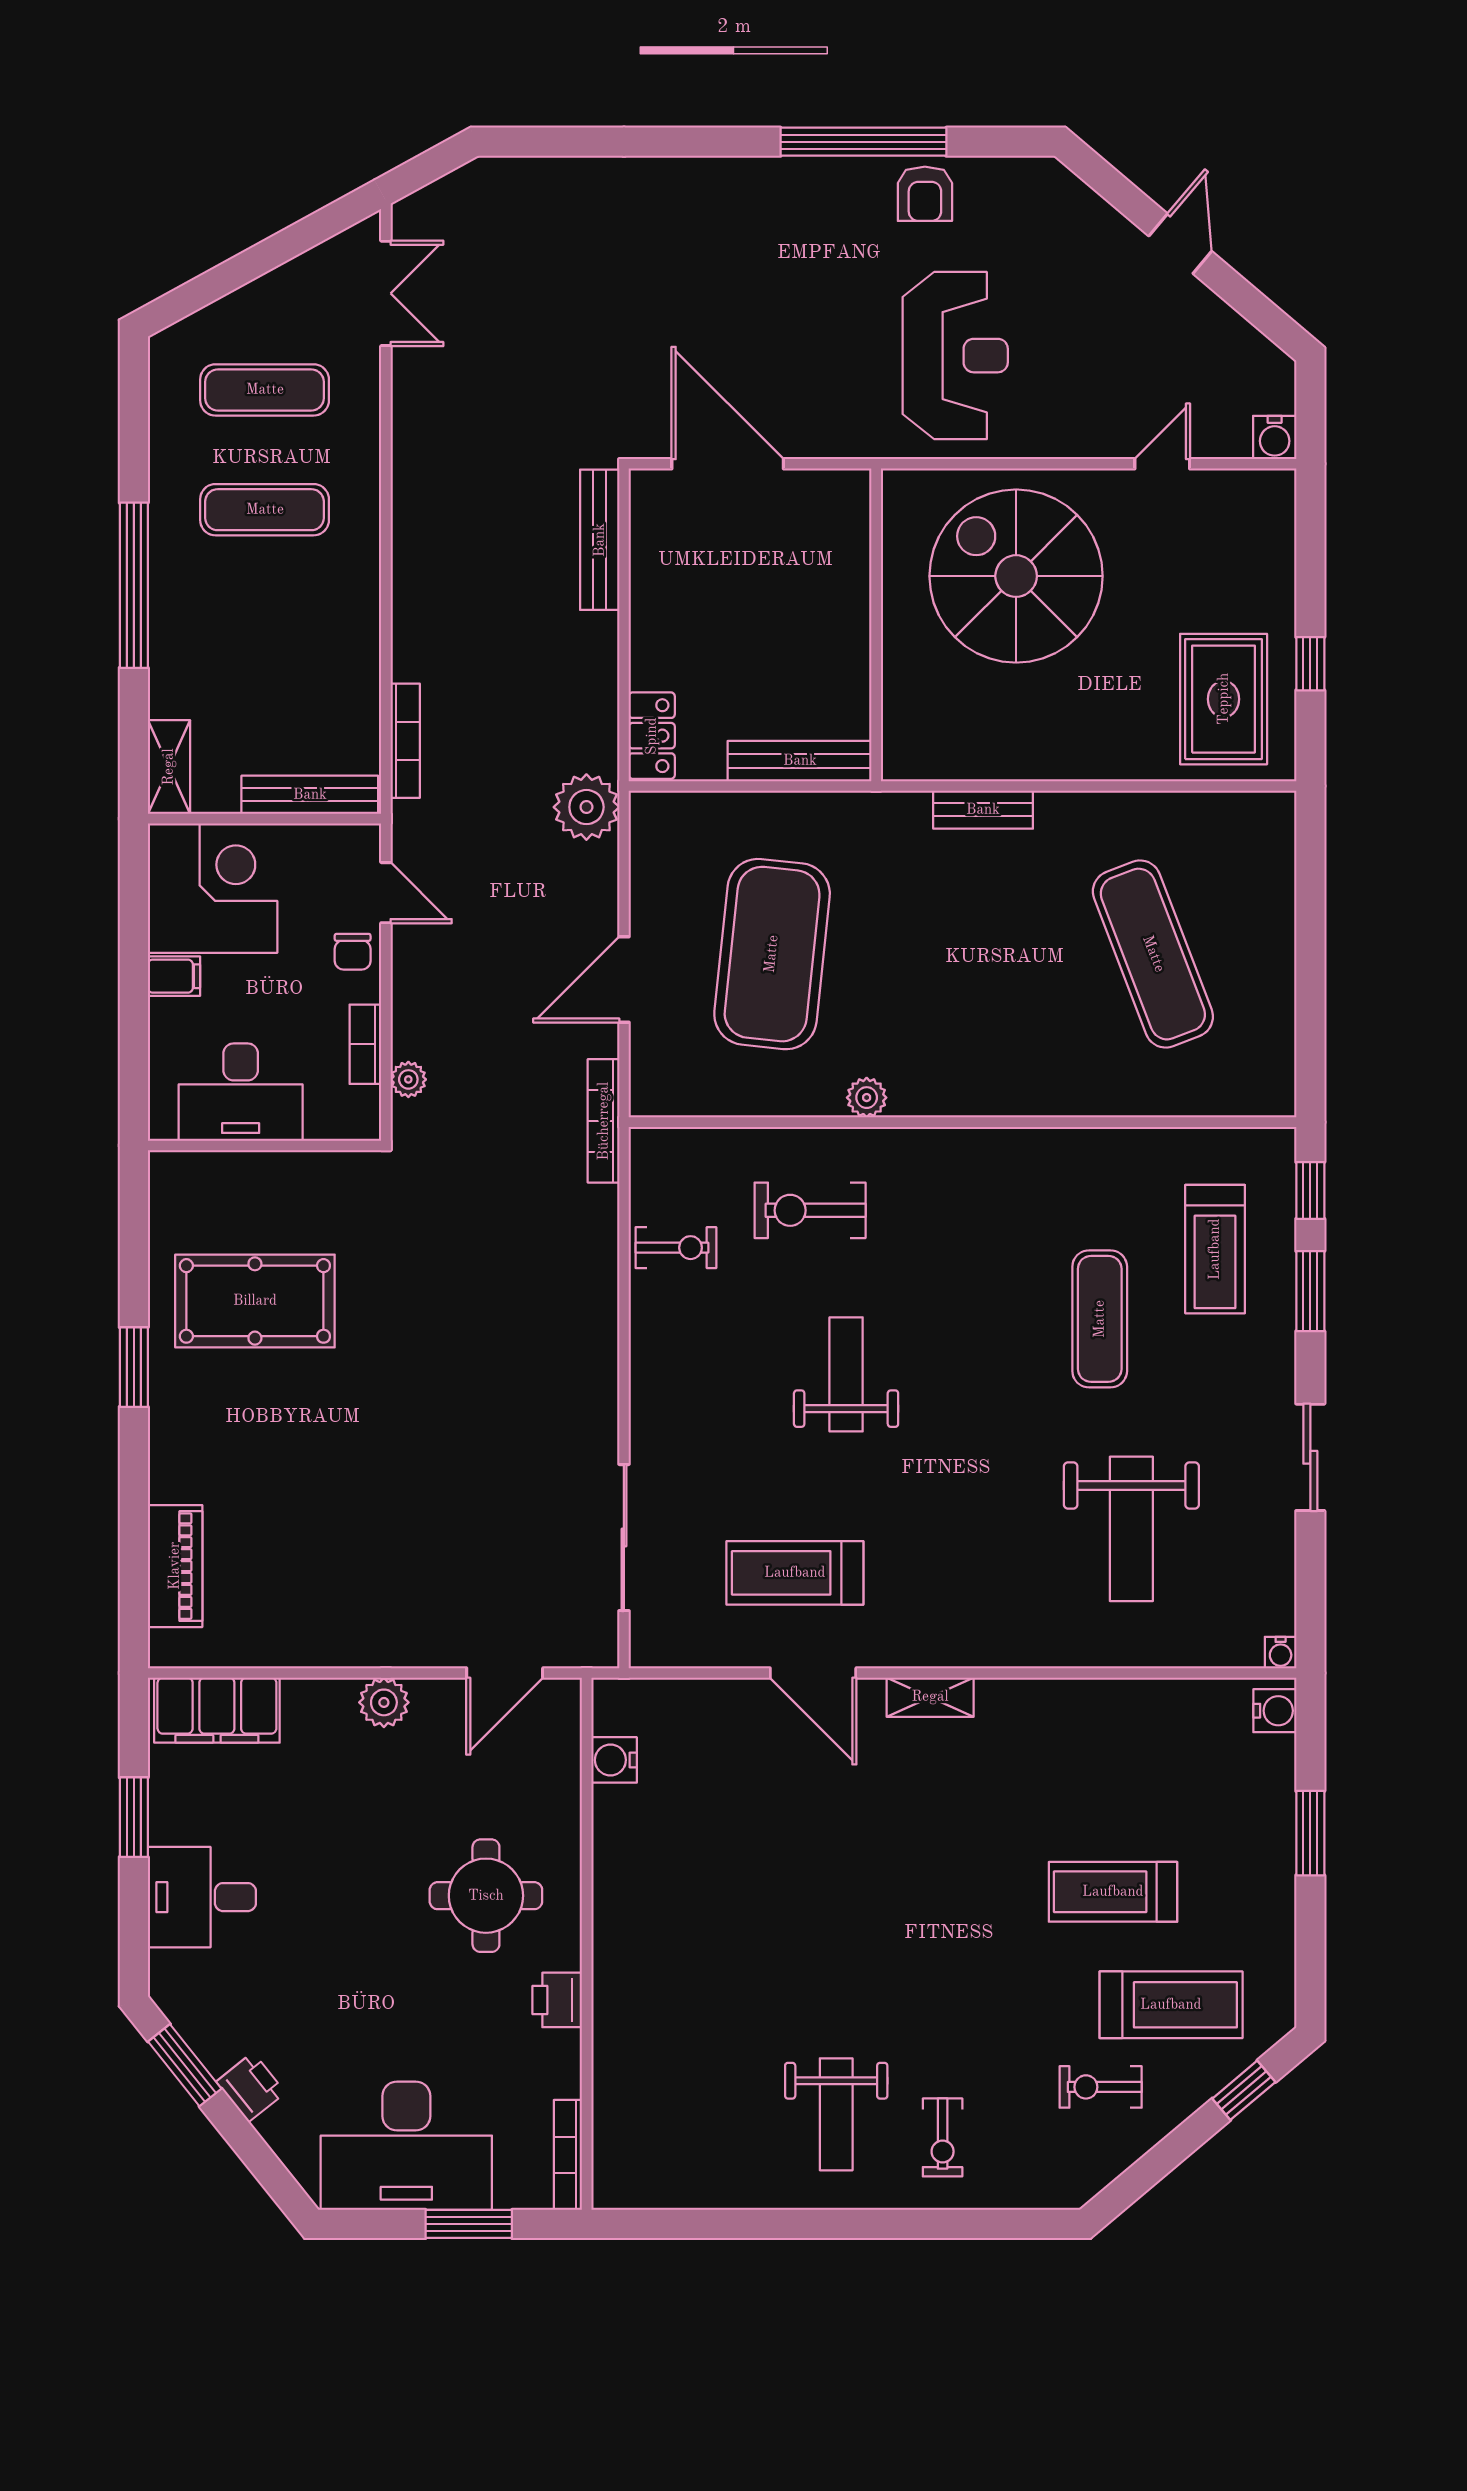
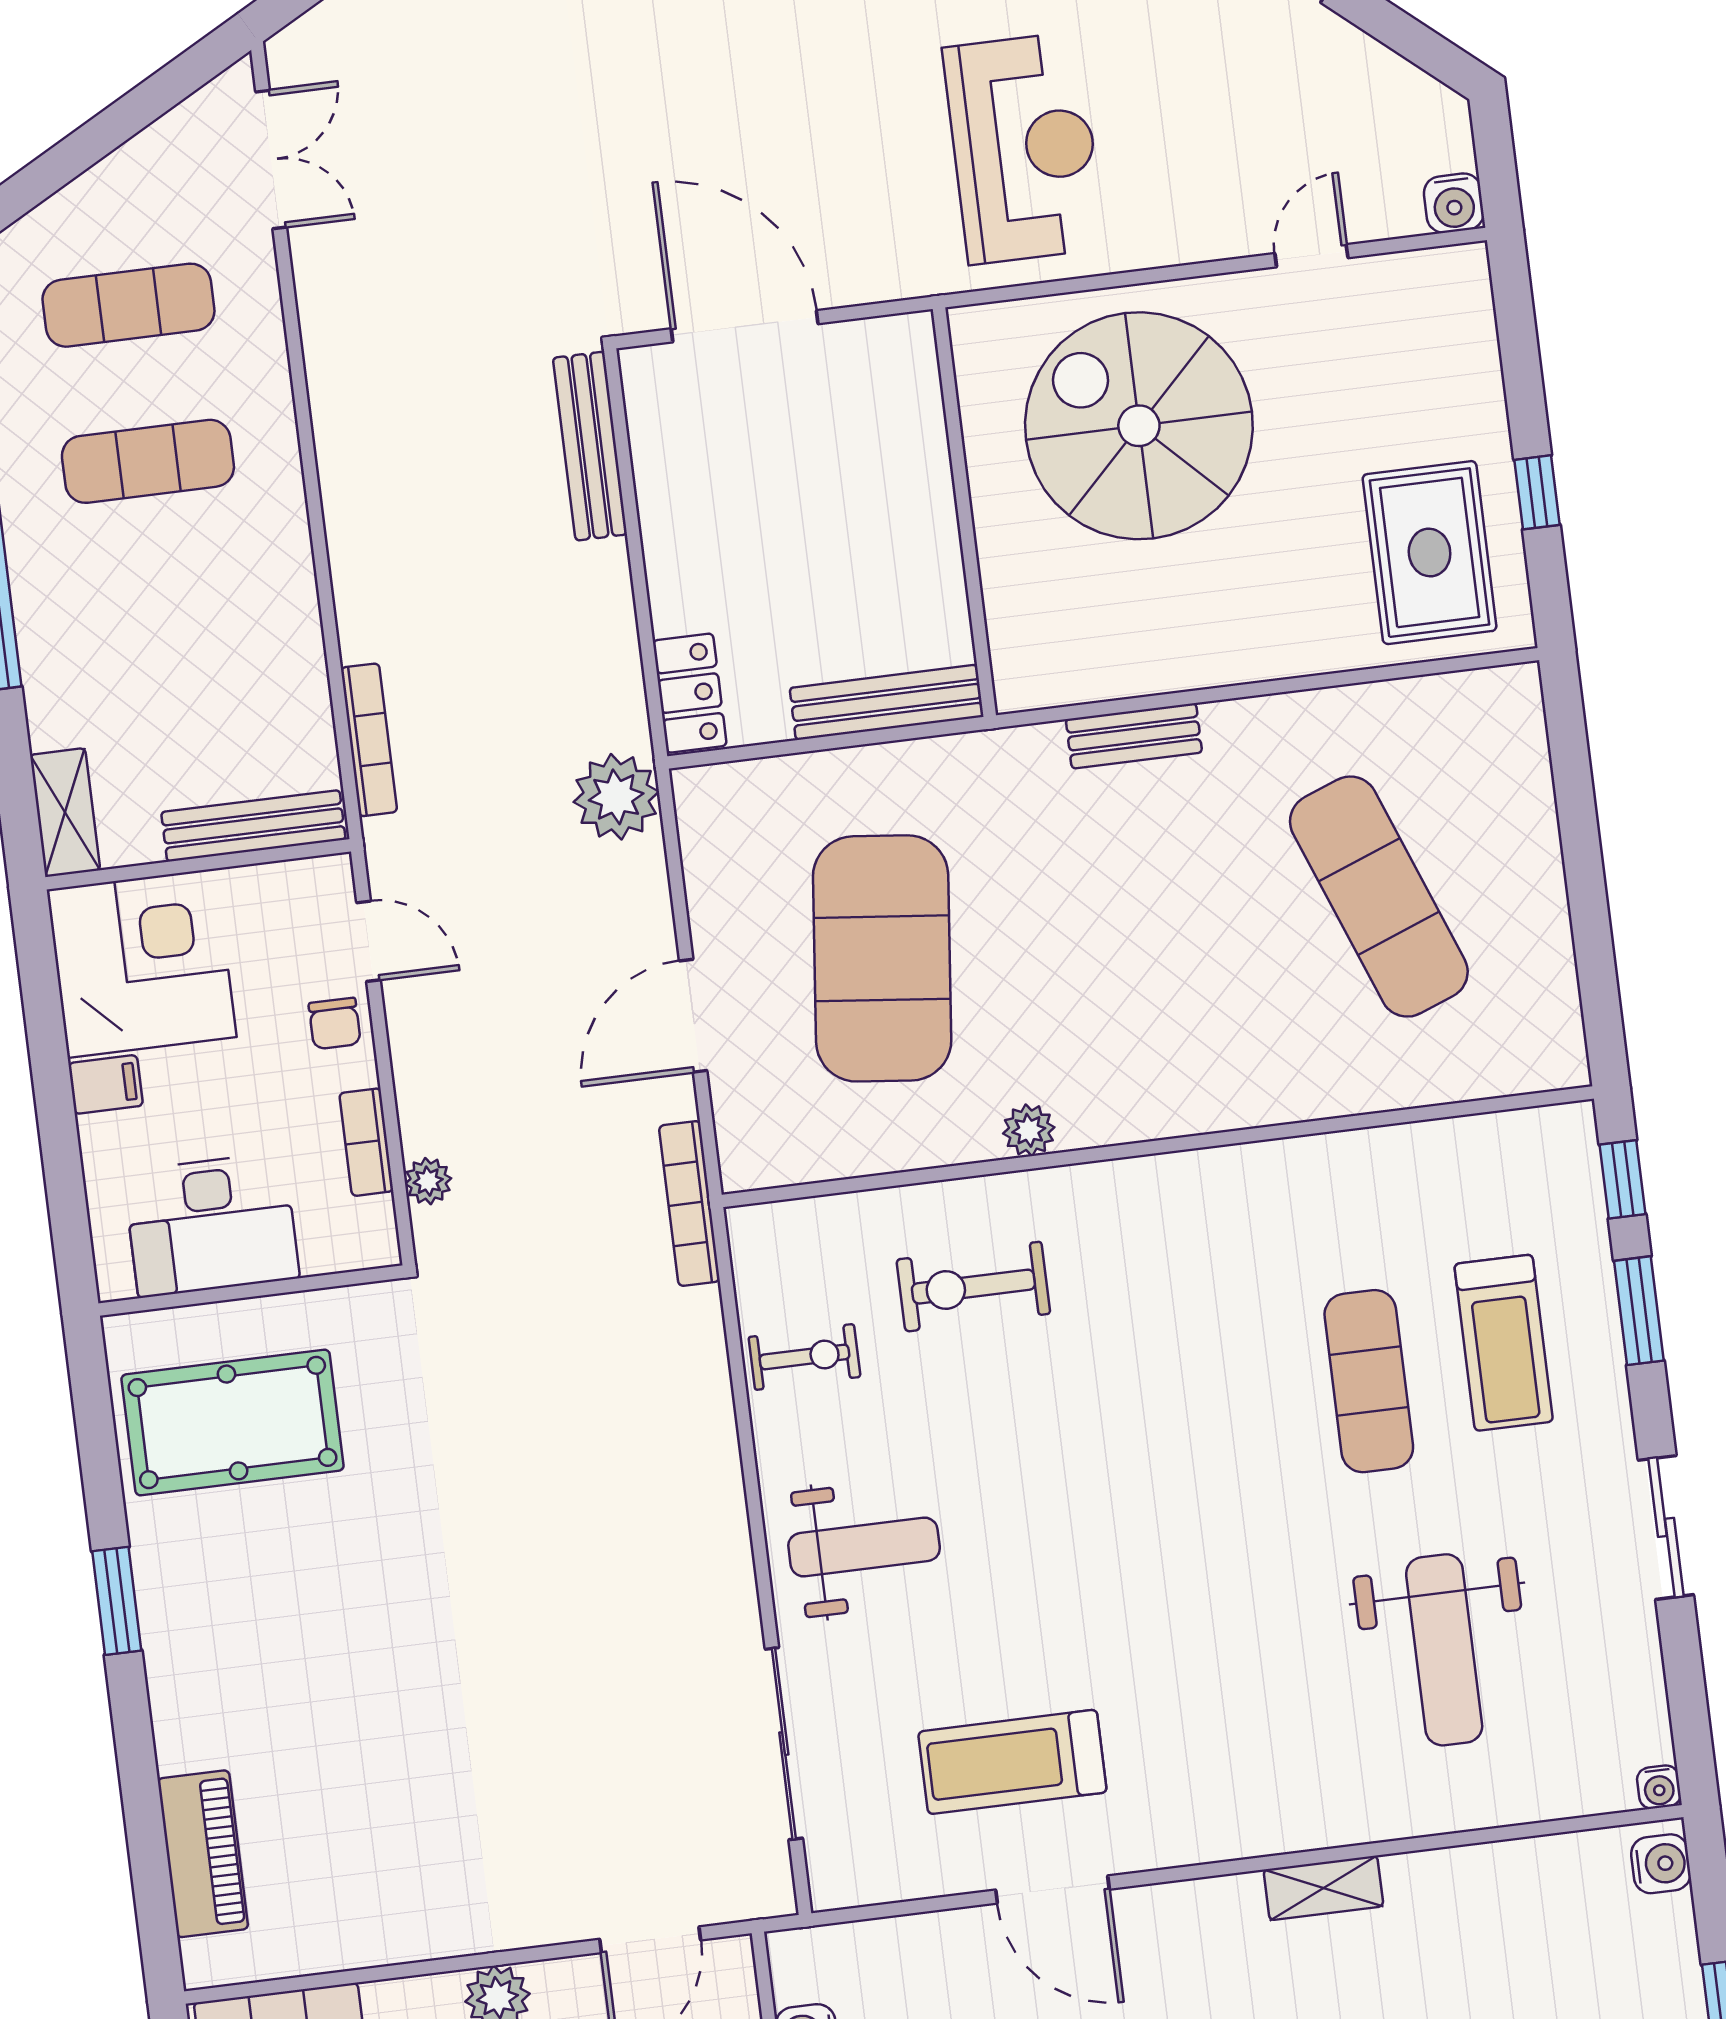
treadmill: (1215, 1249) -> (1504, 1343), moved
pool table: (255, 1301) -> (233, 1422), moved
weight bench: (846, 1374) -> (864, 1547), moved, turned 90
shelving: (930, 1697) -> (1323, 1888), moved

